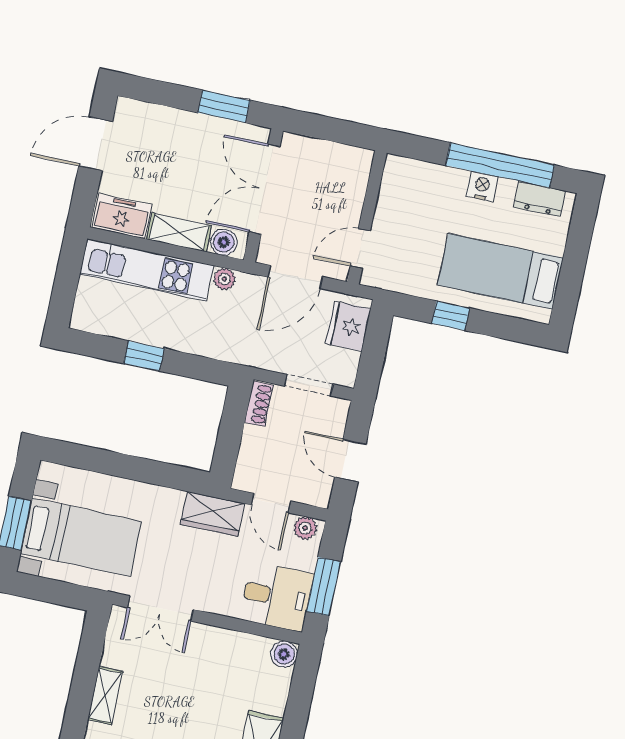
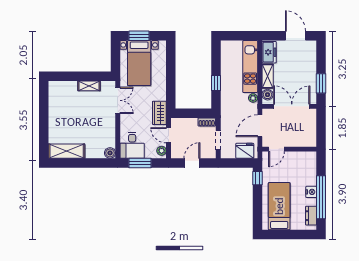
door: (360, 249) -> (276, 149), swing flipped
door: (295, 277) -> (260, 126), hinge flipped
window: (451, 316) -> (258, 178), moved
window: (144, 356) -> (216, 83), moved
door: (271, 503) -> (169, 135), hinge flipped
double door: (160, 608) -> (118, 100), swing flipped
shelving: (105, 695) -> (89, 86), moved

